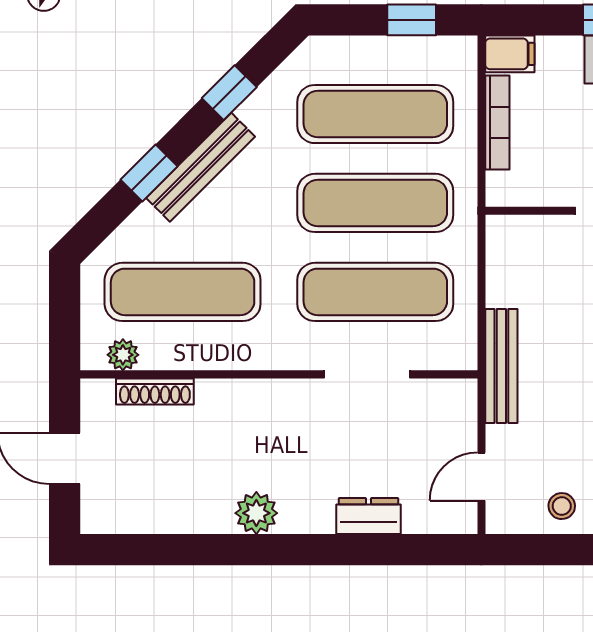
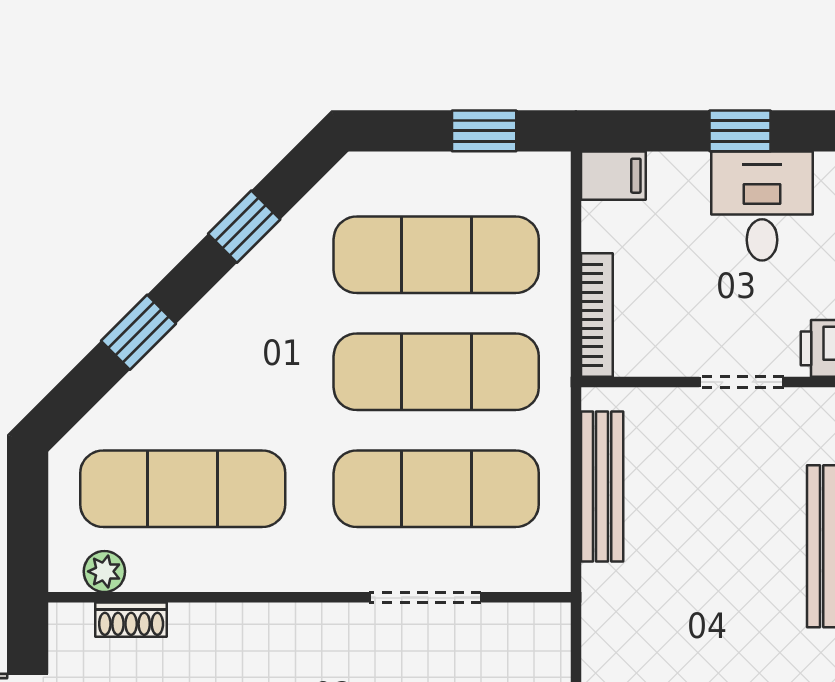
bookcase: (497, 122) -> (597, 315), moved
bench: (201, 167) -> (206, 325), removed
bench: (501, 366) -> (602, 486), moved
shoe rack: (155, 391) -> (131, 620), width x0.70

